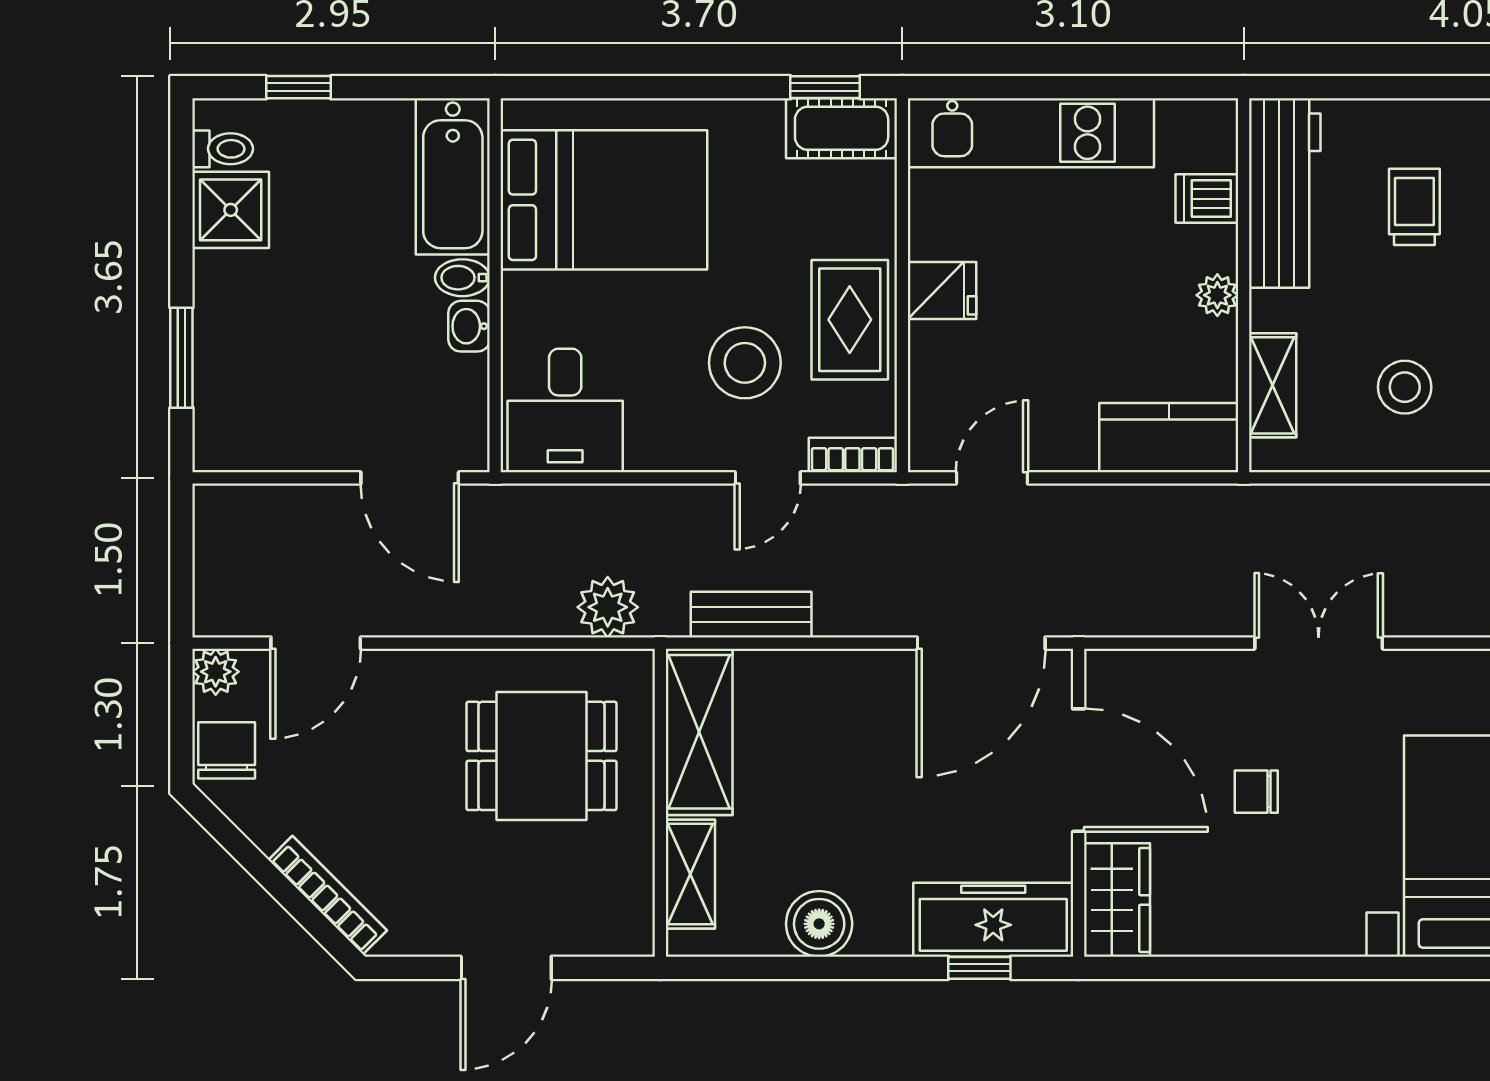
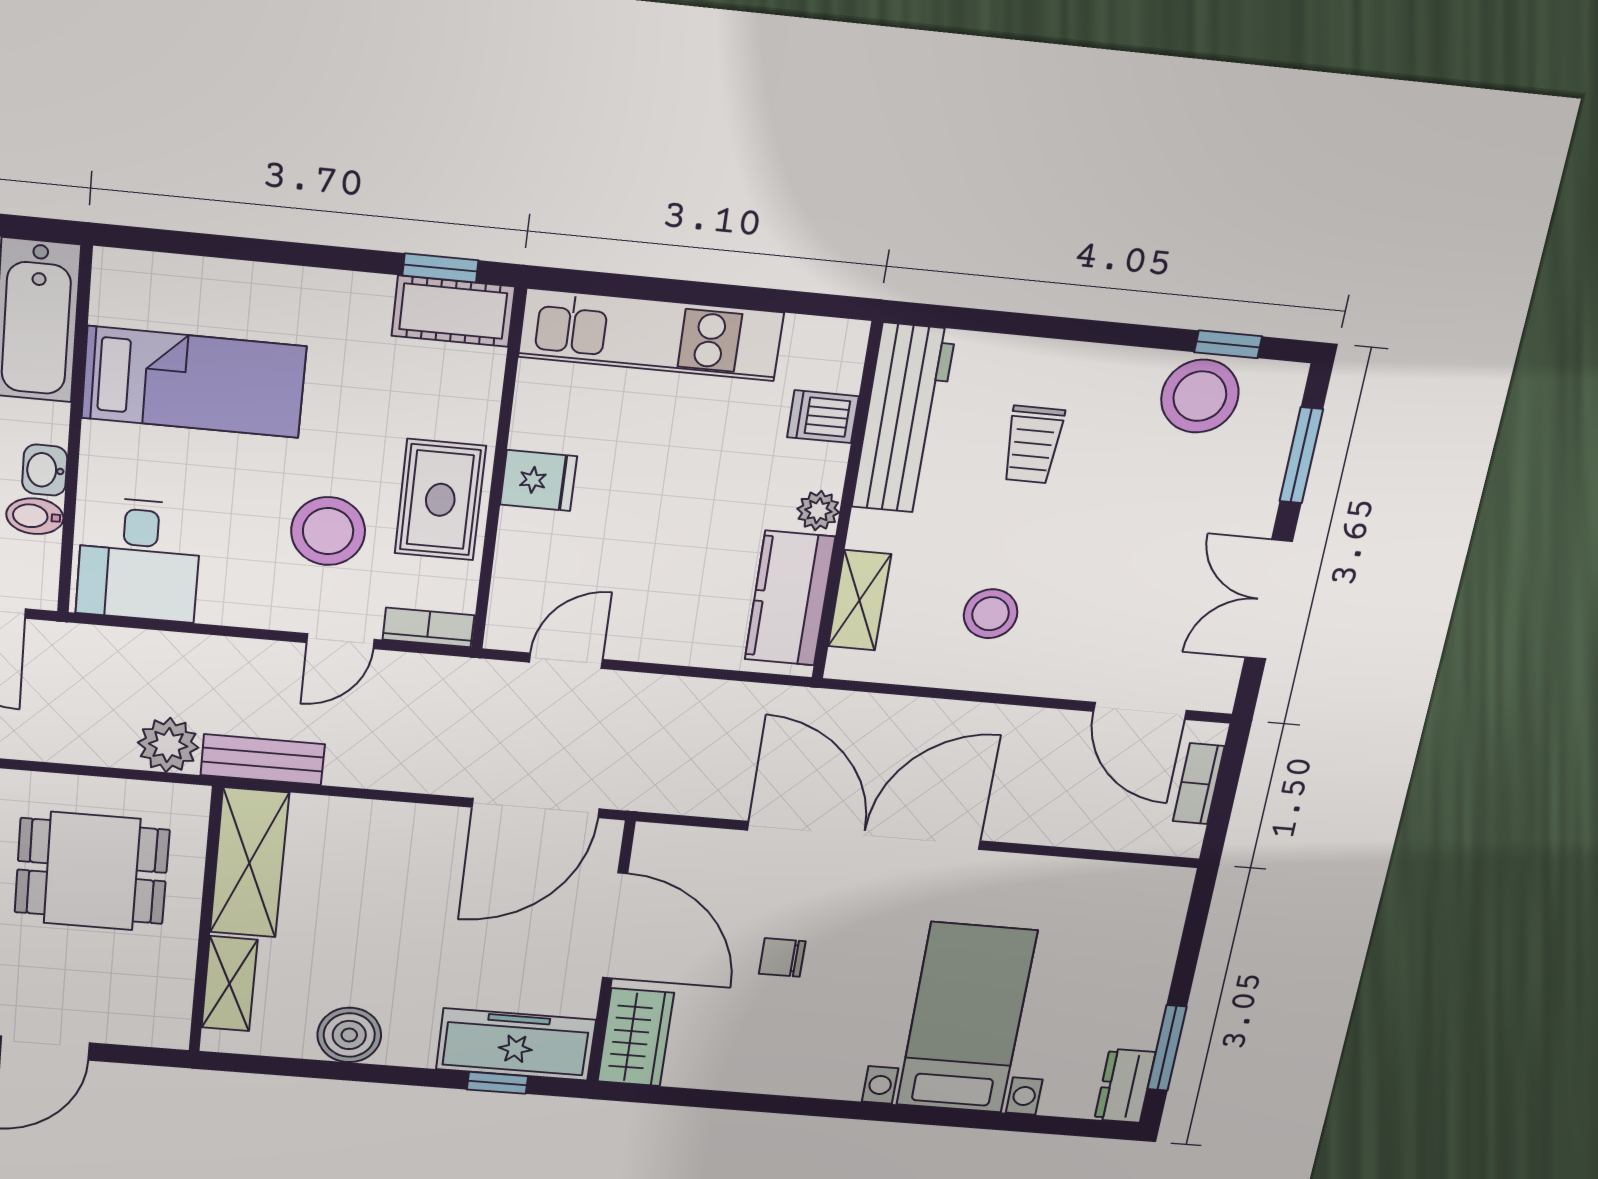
bed: (604, 200) -> (194, 382), width x0.67
trolley: (1414, 207) -> (1033, 445), turned 180
bidet: (462, 278) -> (35, 516), moved
kitchen counter: (1169, 438) -> (790, 598), moved, turned -90
bench: (751, 615) -> (263, 760), moved
double door: (1319, 643) -> (864, 835), width x1.87

